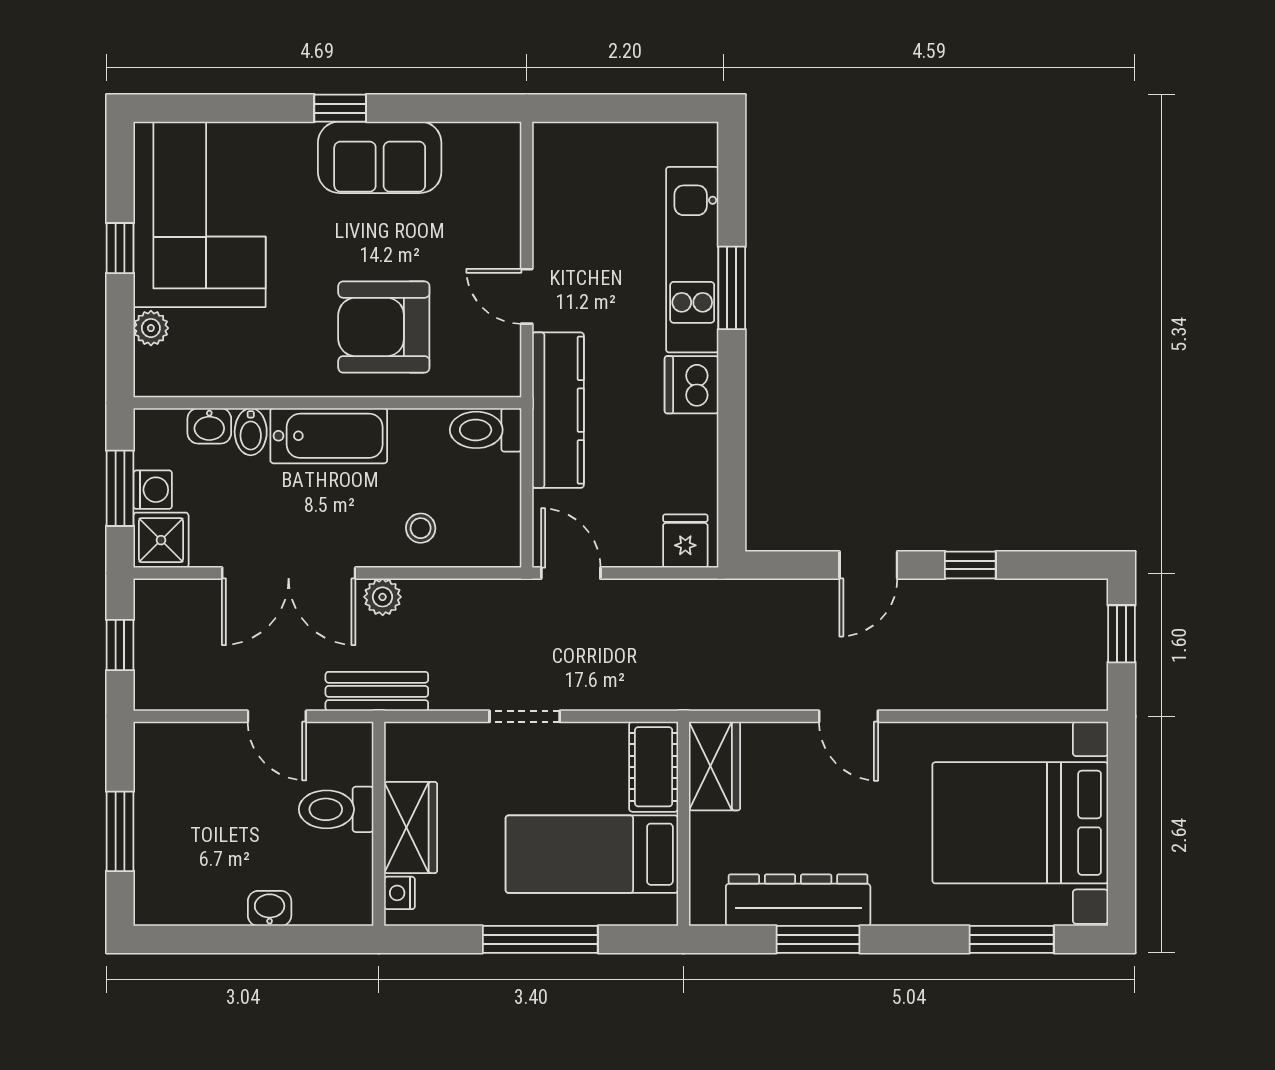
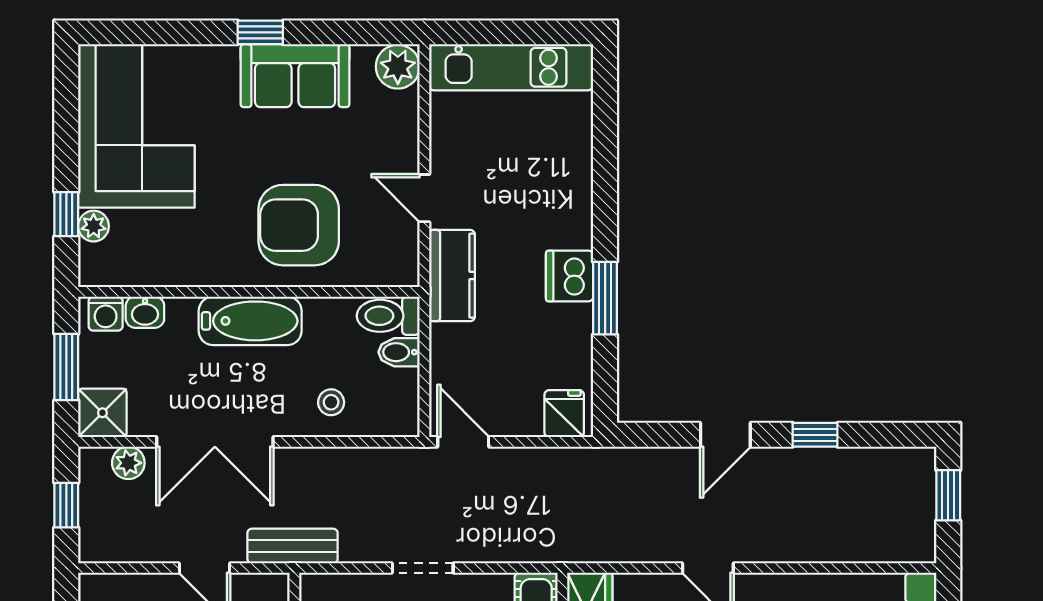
plant: (496, 147) -> (398, 67), added
window: (120, 248) -> (66, 214), moved
kitchen unit: (692, 260) -> (511, 67), moved, turned -90
window: (732, 288) -> (605, 298), moved
kitchen counter: (558, 410) -> (452, 276), width x0.67
bidet: (251, 432) -> (399, 352), moved, turned 90
washing machine: (153, 490) -> (106, 314), moved, turned 90
plant: (383, 597) -> (128, 463), moved

